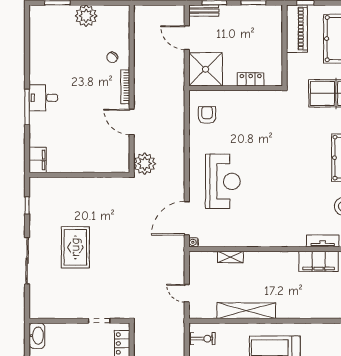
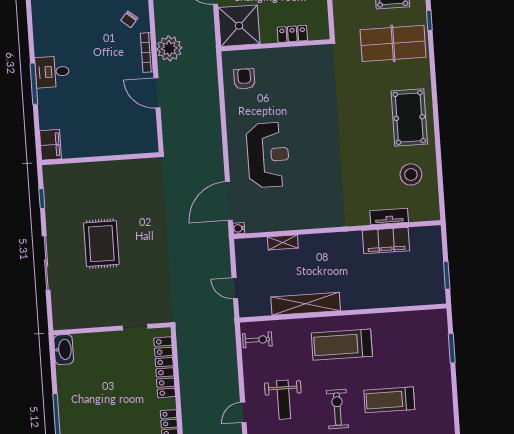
plant: (145, 164) -> (169, 48), moved

